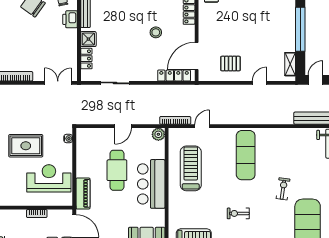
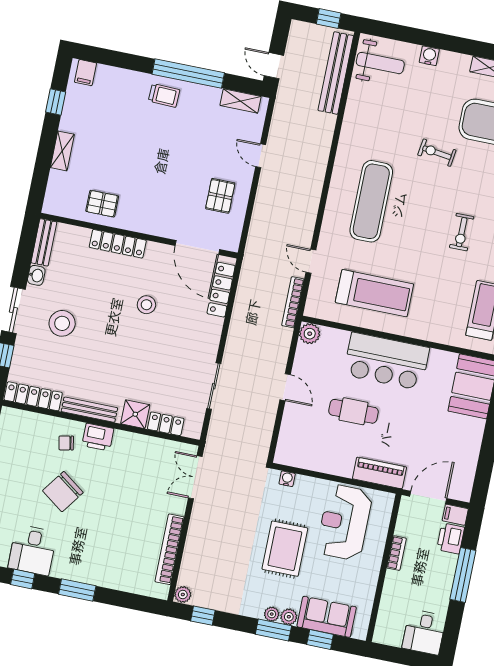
trolley: (284, 17) -> (164, 95), added
exercise mat: (246, 155) -> (371, 201), turned 90
treadmill: (191, 168) -> (374, 293), turned 180
cafe table: (117, 170) -> (353, 411), width x0.73, depth x0.74

